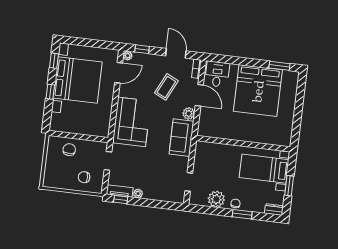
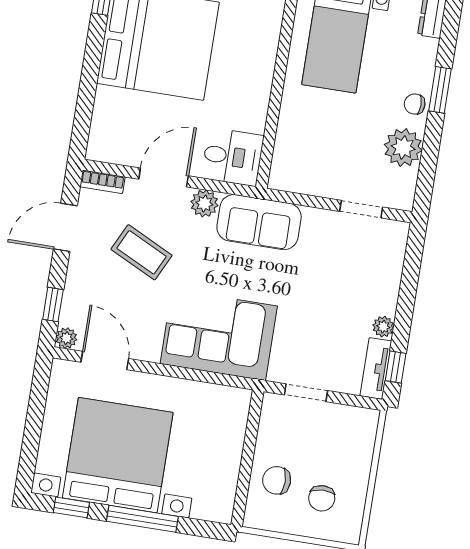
desk: (217, 74) -> (233, 157), moved, turned 180
window: (50, 92) -> (142, 519), width x2.17
chair: (84, 177) -> (322, 498), moved

